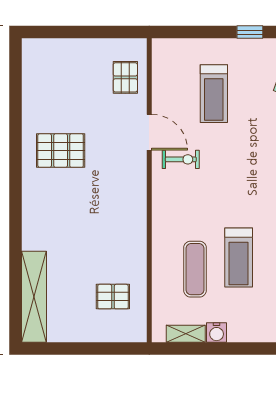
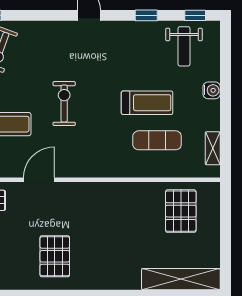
exercise bike: (181, 159) -> (64, 104), moved, width x1.38, depth x1.39
pallet: (113, 297) -> (181, 211), width x1.50, depth x1.42
water cooler: (217, 332) -> (212, 90), moved

